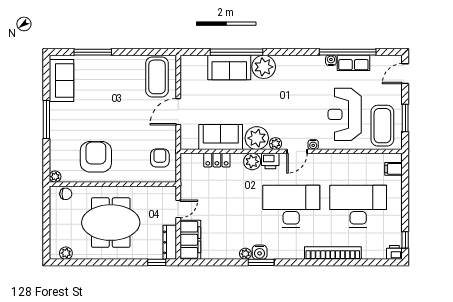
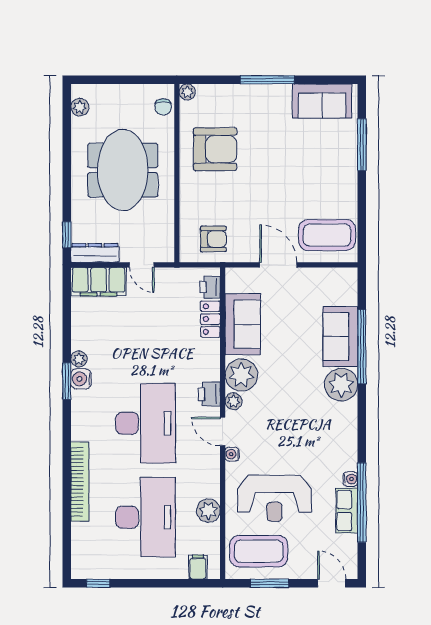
reception desk: (345, 114) -> (274, 498), turned 180
plant: (252, 162) -> (208, 511), moved
printer: (394, 252) -> (210, 287), moved, turned 180

